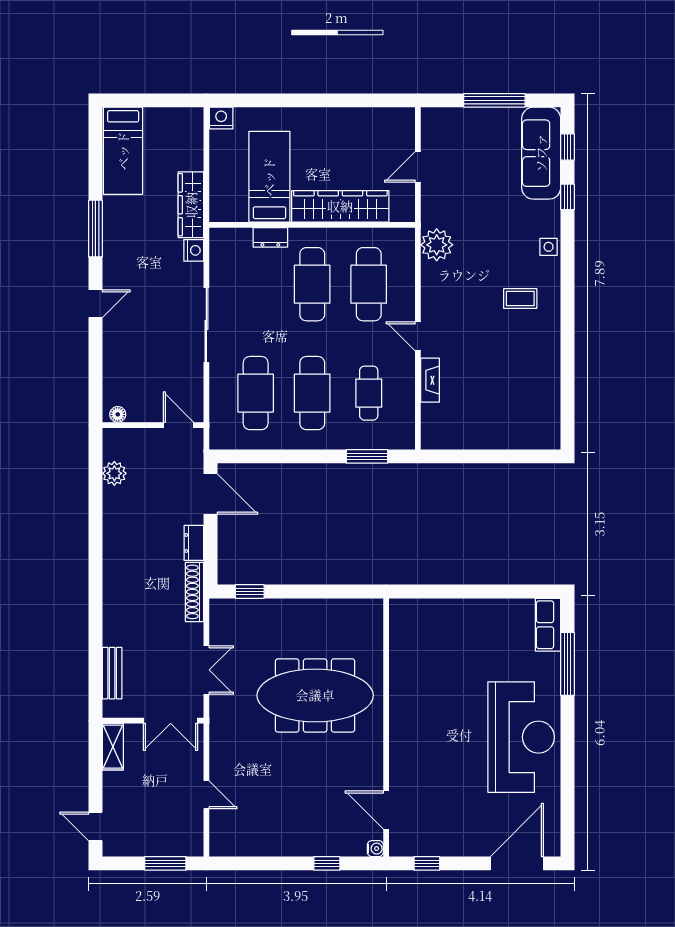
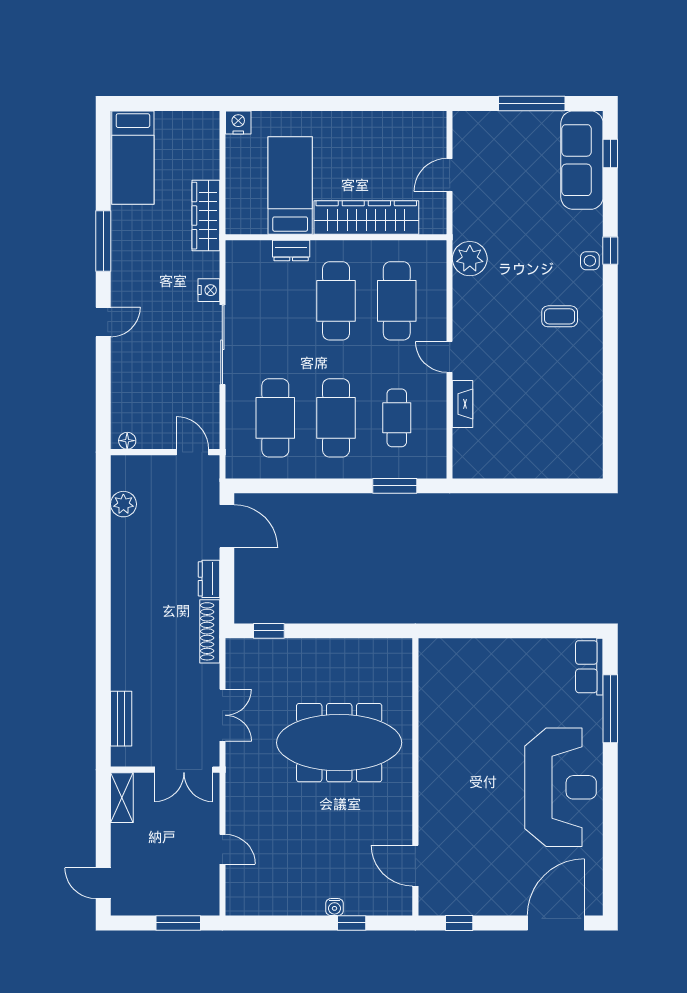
window: (568, 197) -> (610, 251), moved
nightstand: (194, 250) -> (209, 290), moved
water cooler: (375, 849) -> (334, 907), moved, turned 90

